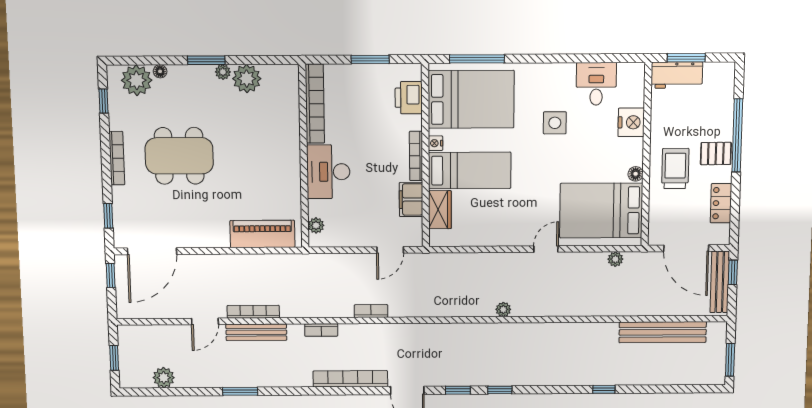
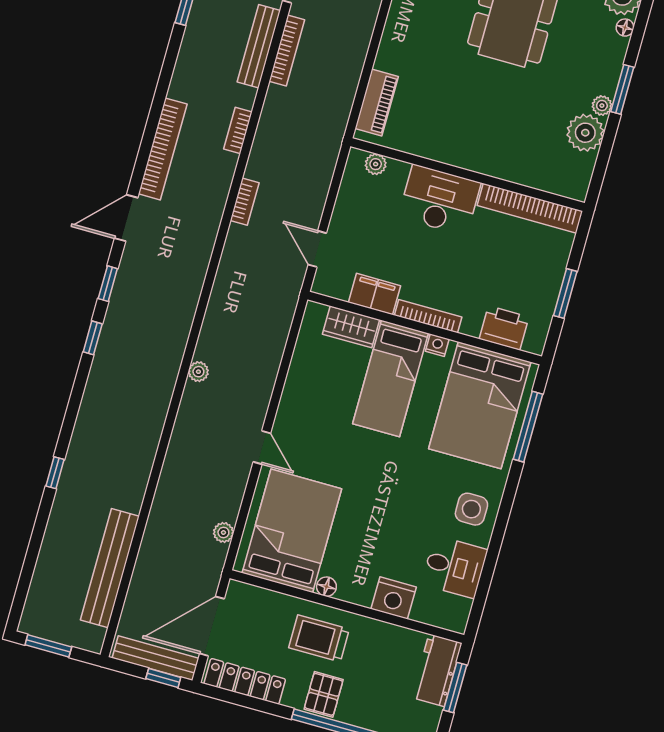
side table: (555, 123) -> (471, 509), moved
trolley: (675, 168) -> (319, 638), turned 180
locker: (721, 203) -> (245, 681), width x1.53
piano: (262, 234) -> (377, 103), width x0.73, depth x0.75

